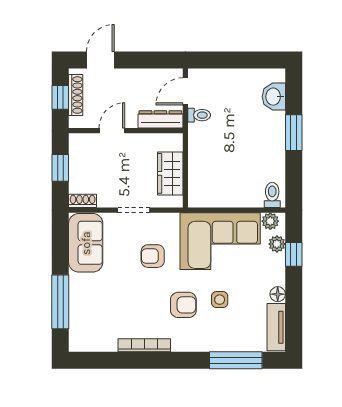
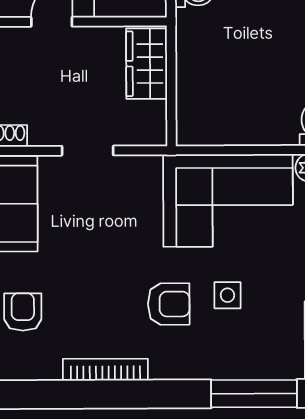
wardrobe: (170, 173) -> (147, 64), moved
armchair: (153, 256) -> (23, 312), moved, turned 90

